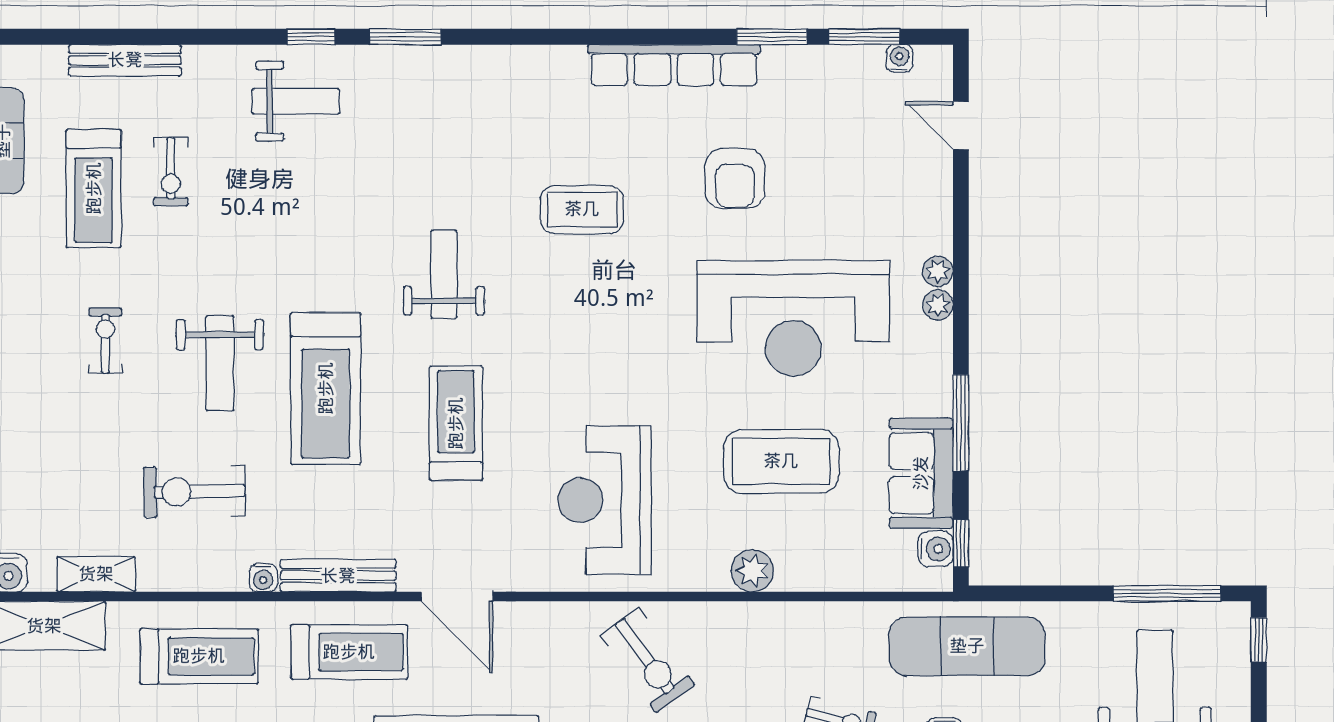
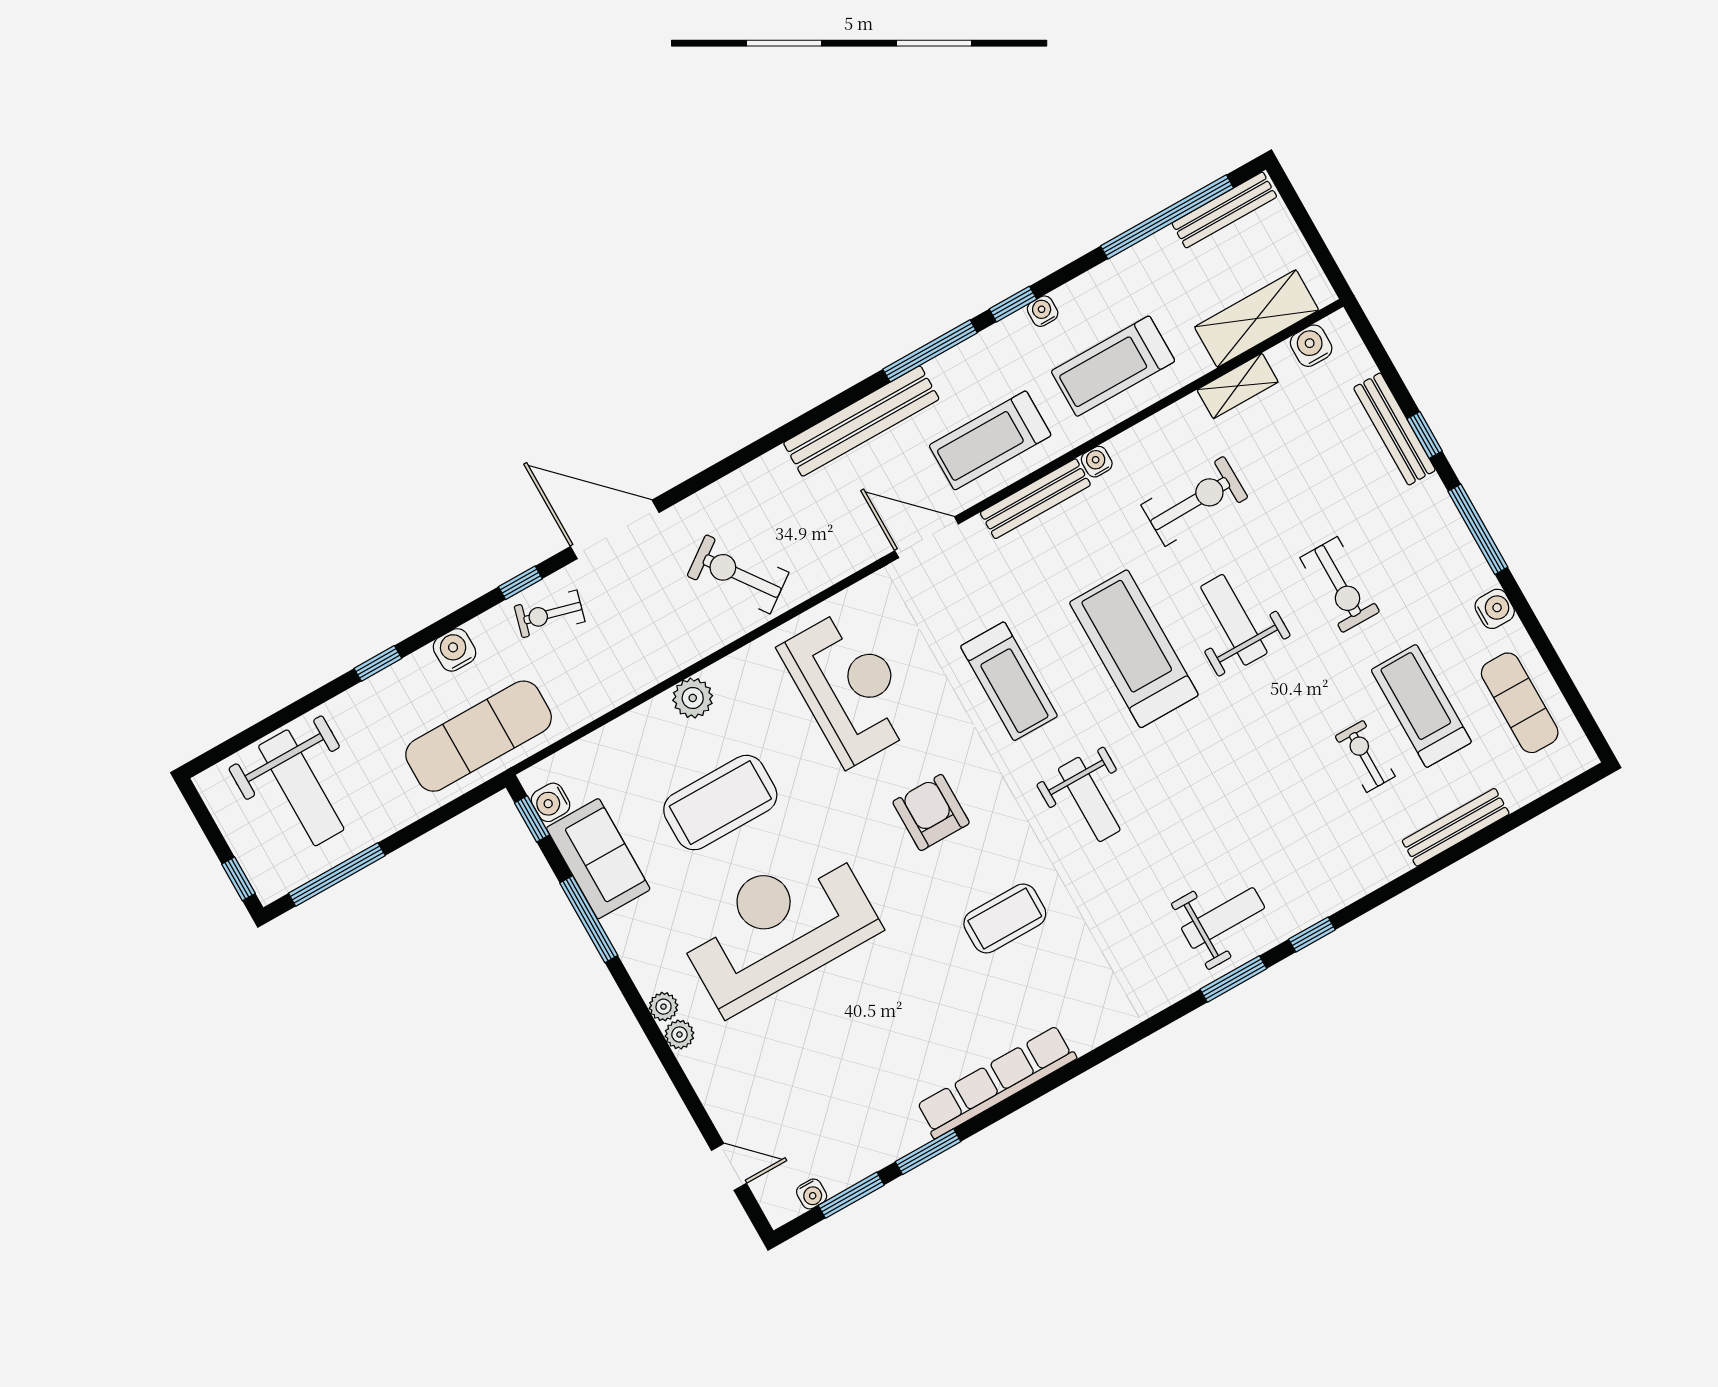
weight bench: (296, 101) -> (1223, 918), moved, turned 180
armchair: (735, 179) -> (931, 812), moved
exercise bike: (105, 341) -> (1340, 585), width x1.38, depth x1.39

